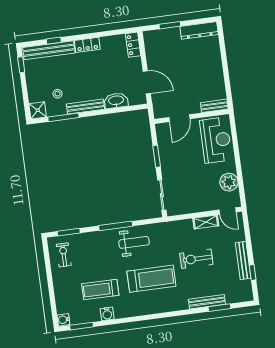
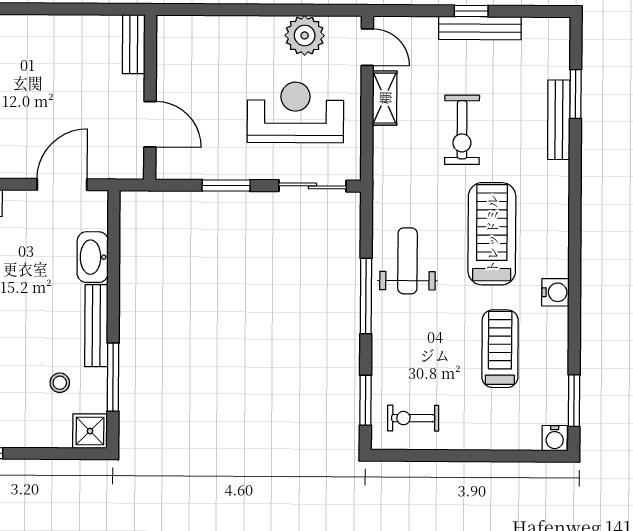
reception desk: (216, 140) -> (295, 112), moved
door: (228, 211) -> (367, 47), hinge flipped
window: (253, 272) -> (471, 11), moved
treadmill: (100, 290) -> (500, 349), turned 180
water cooler: (107, 314) -> (555, 292), moved

